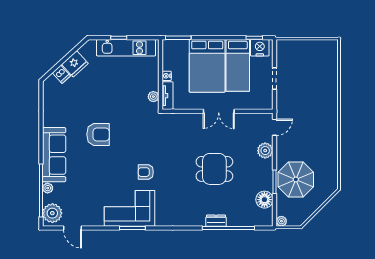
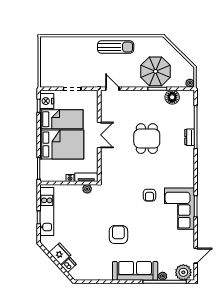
sun lounger: (325, 131) -> (116, 47), added
plant: (265, 151) -> (132, 97), removed

